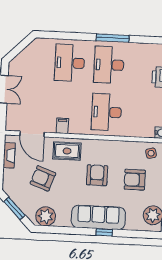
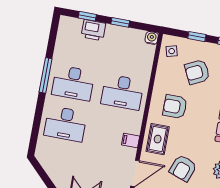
armchair: (97, 175) -> (175, 107), moved
armchair: (135, 180) -> (197, 72), turned 64

